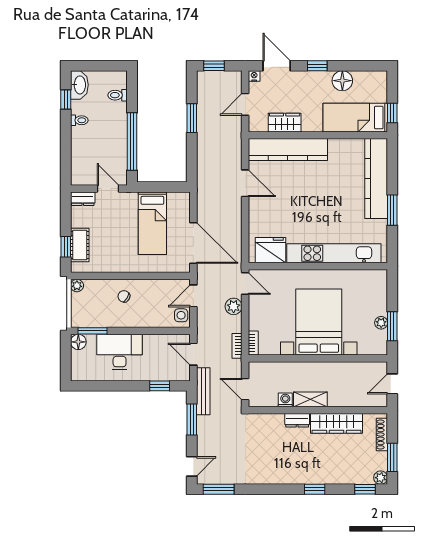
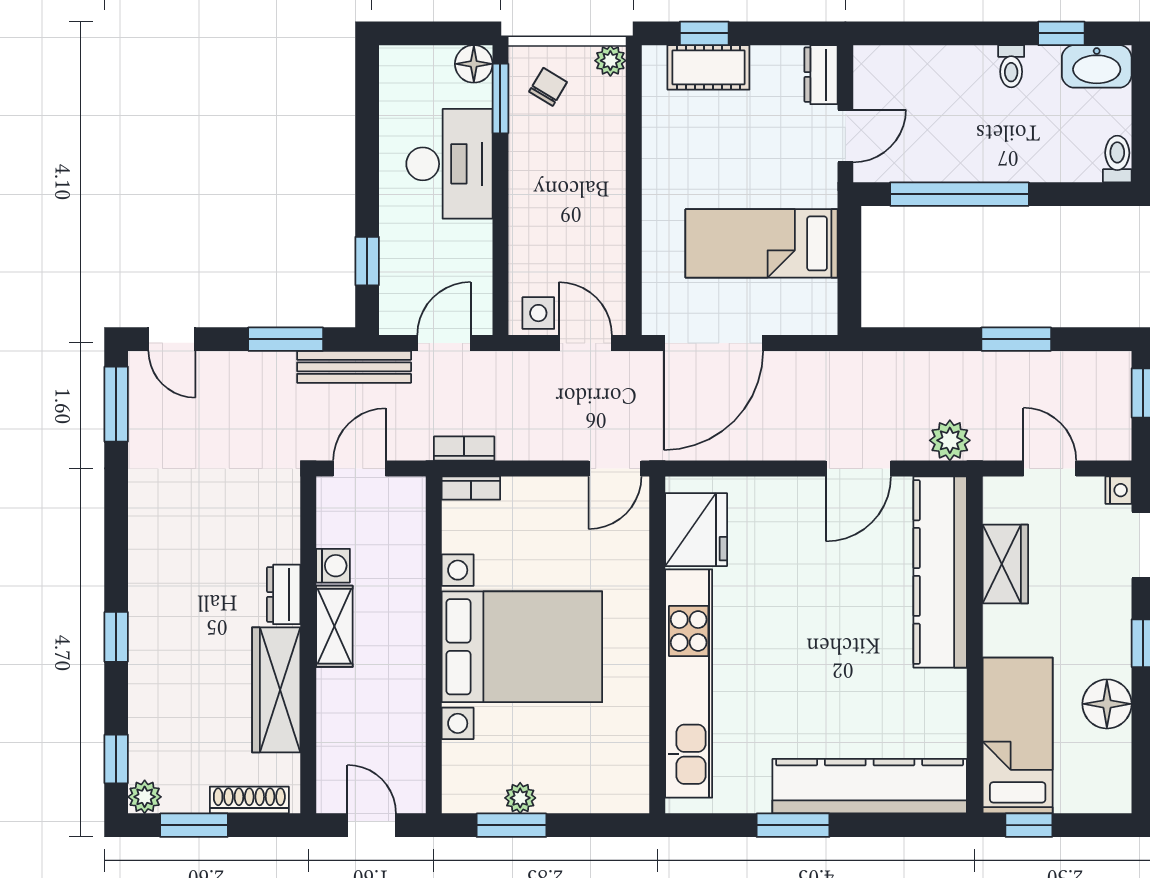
toilet: (118, 95) -> (1117, 159), moved
chair: (124, 296) -> (548, 87), moved
plant: (234, 306) -> (950, 440), moved

